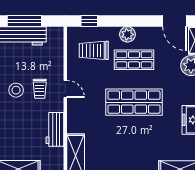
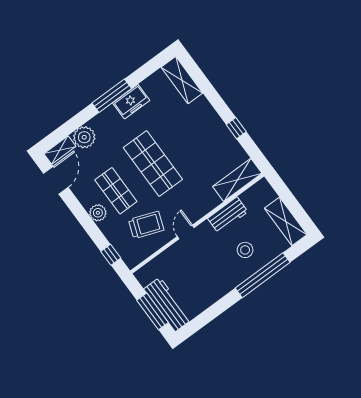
trolley: (94, 50) -> (146, 225), moved, turned -70
trolley: (40, 89) -> (202, 254), removed
stool: (16, 90) -> (245, 250), moved

